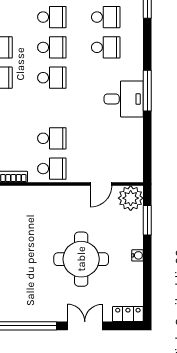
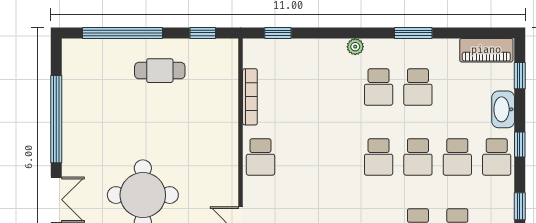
school desk: (52, 138) -> (300, 157), removed

